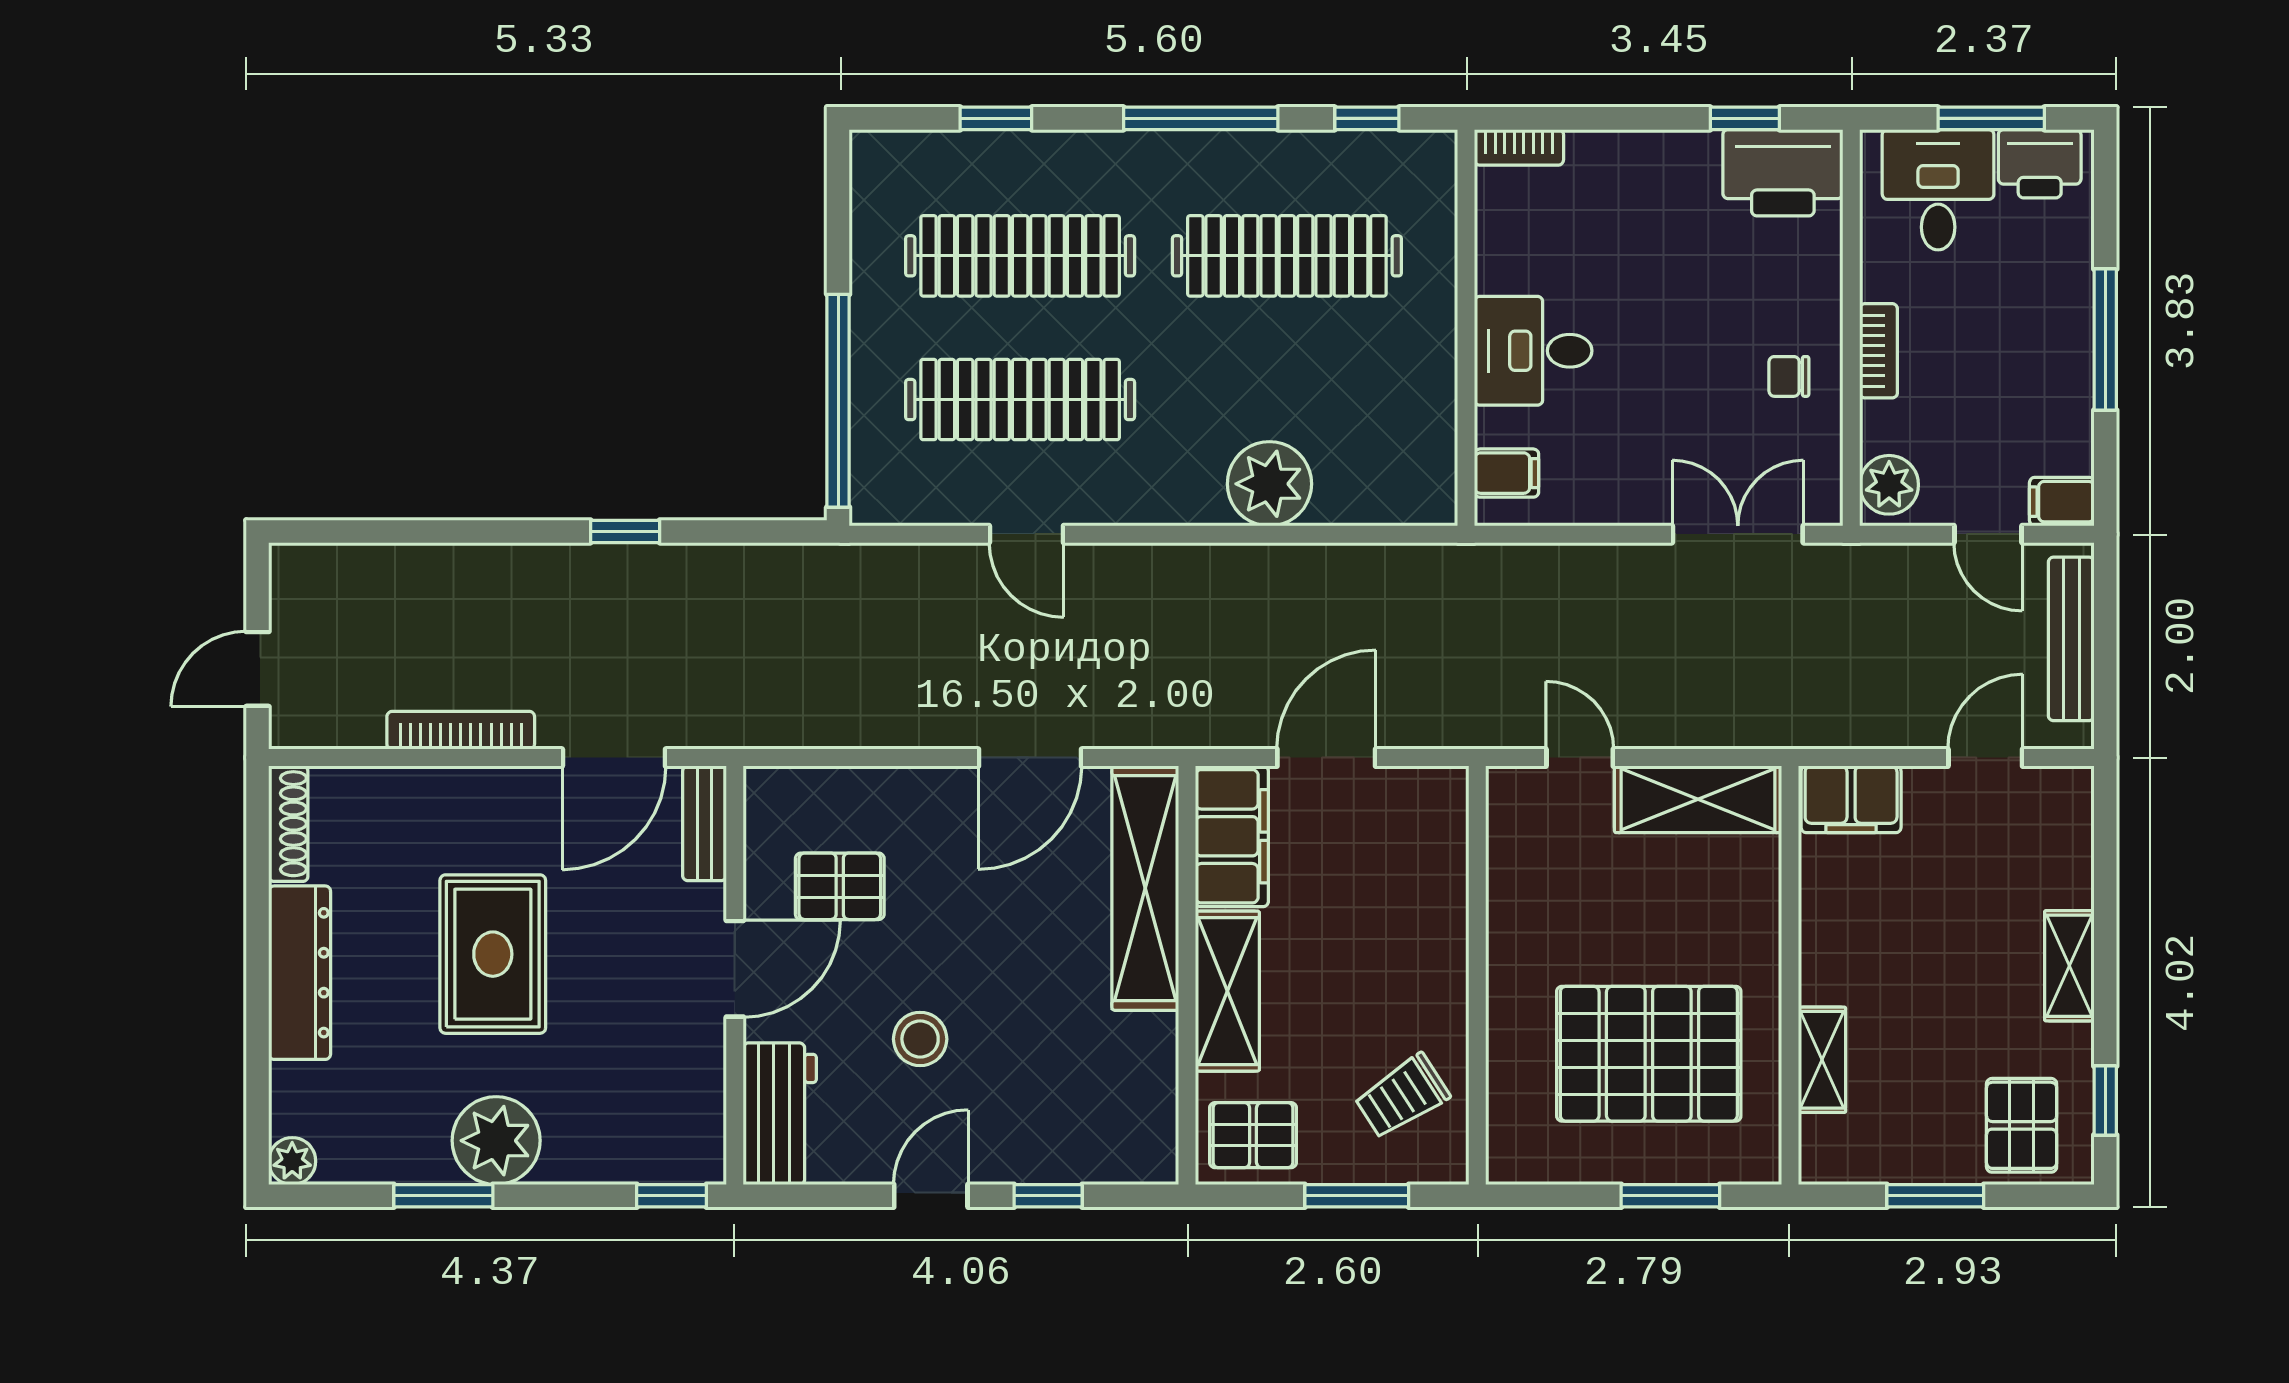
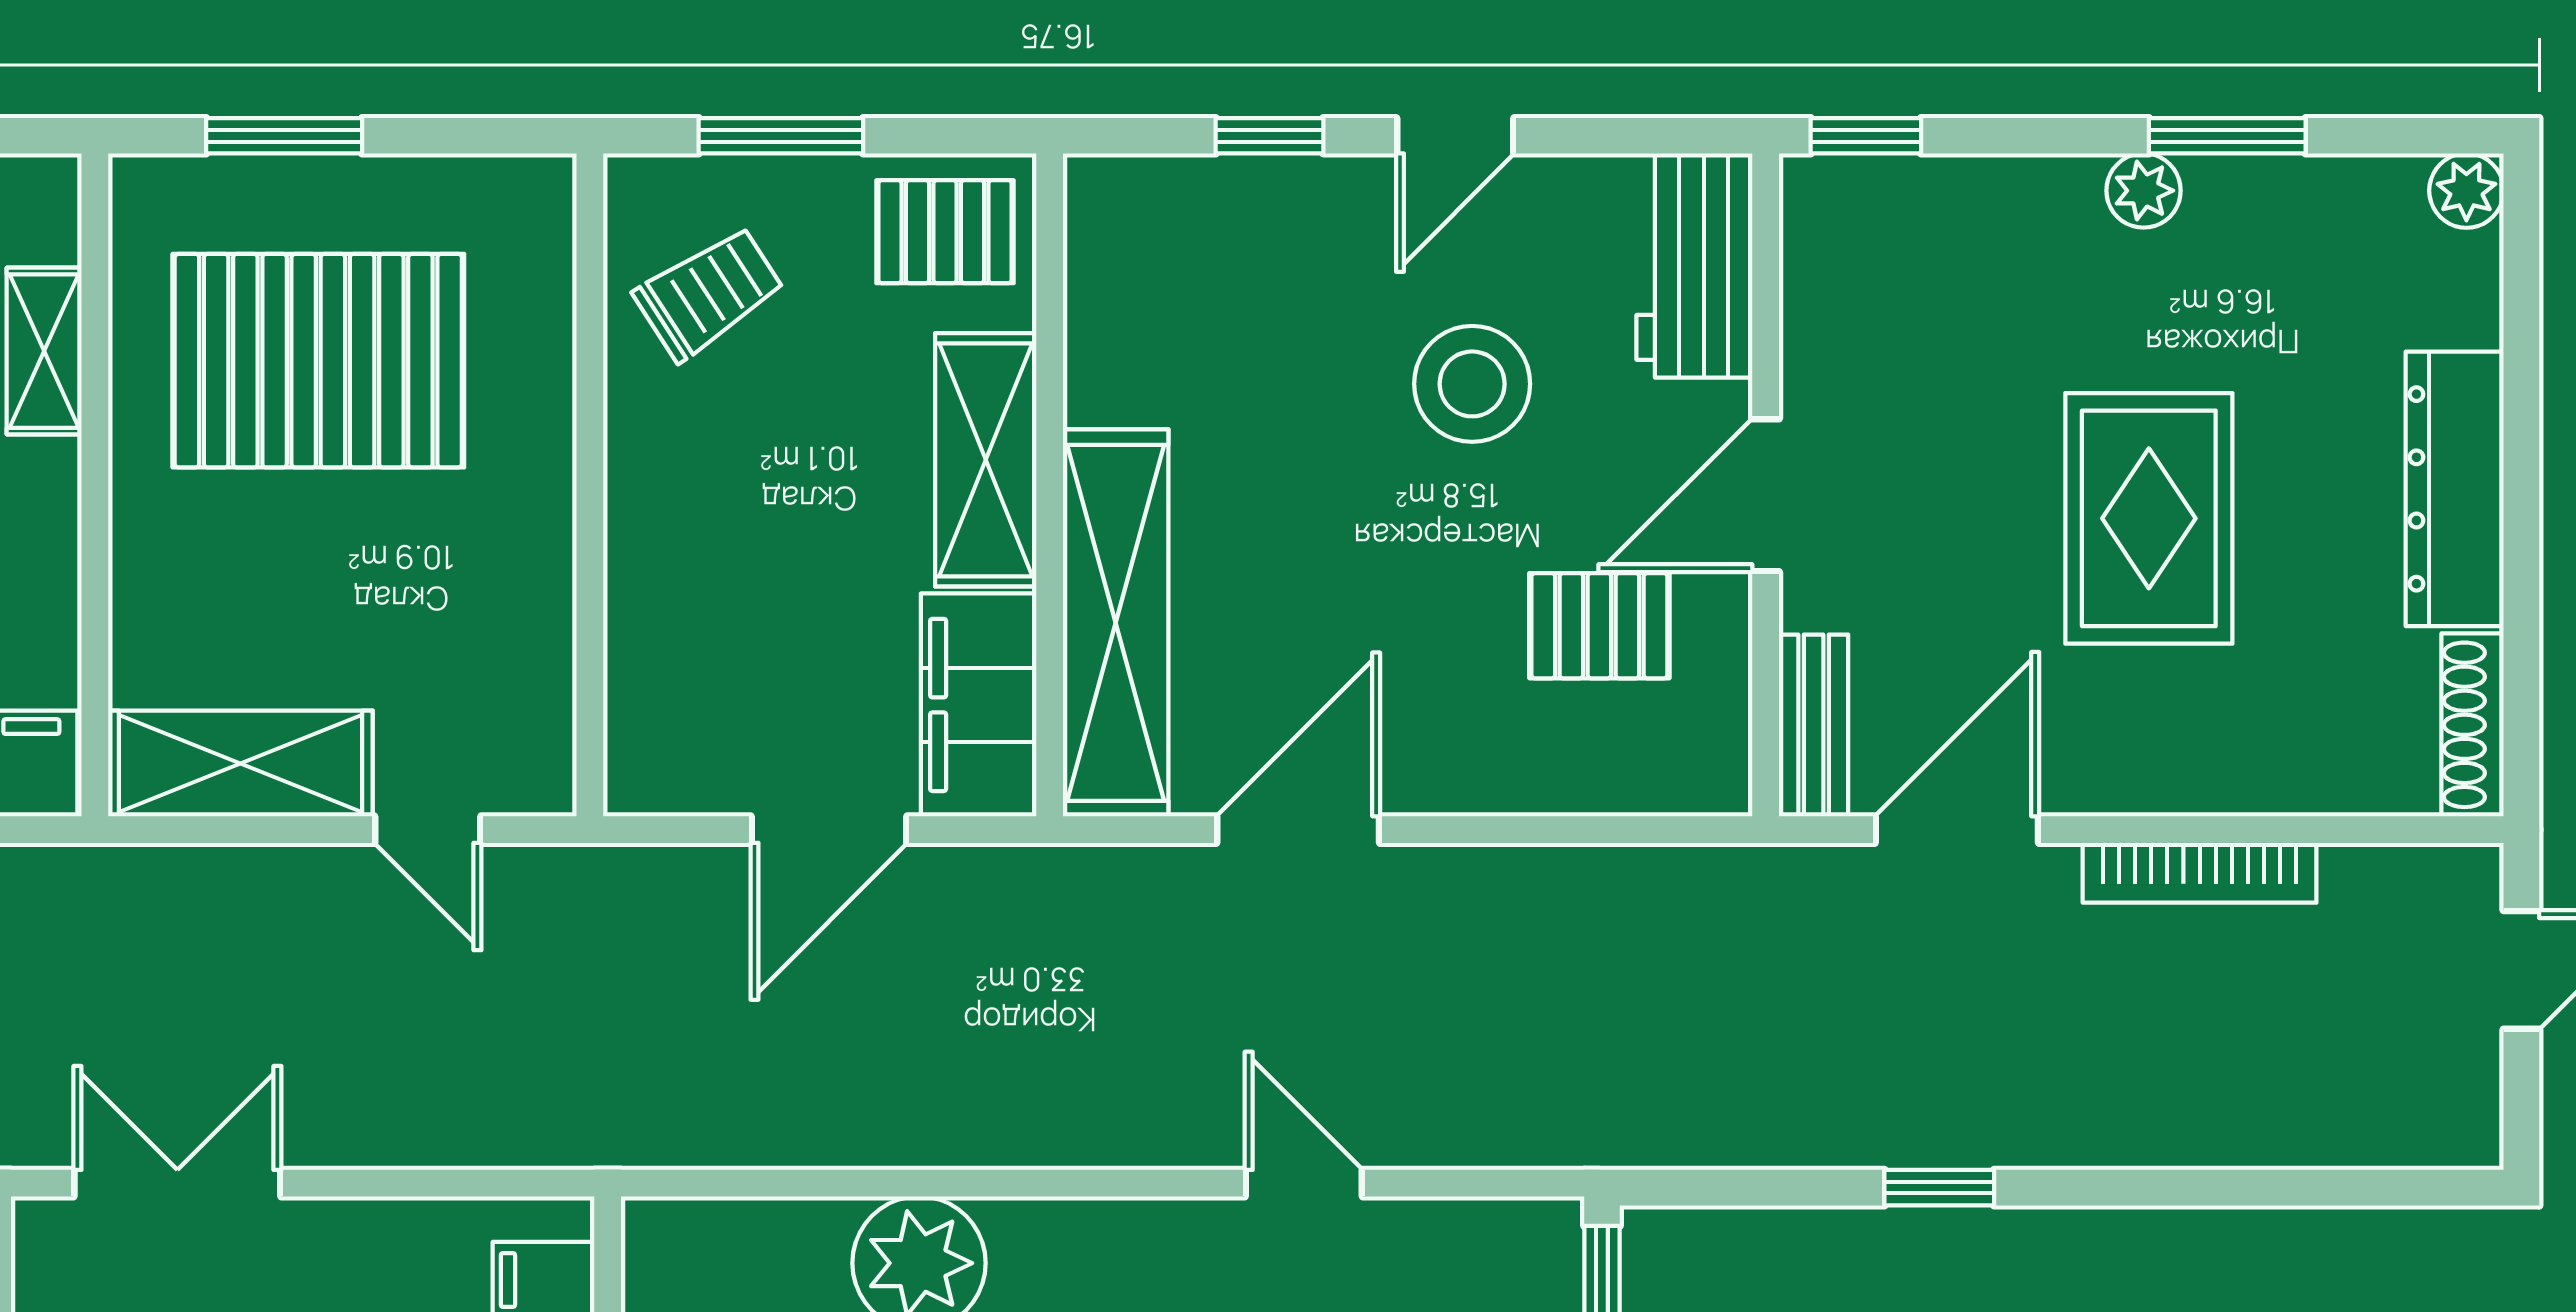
double door: (1738, 534) -> (177, 1183), swing flipped
stool: (920, 1039) -> (1472, 384), width x1.38, depth x1.38
plant: (496, 1141) -> (2144, 191), width x0.53, depth x0.53

